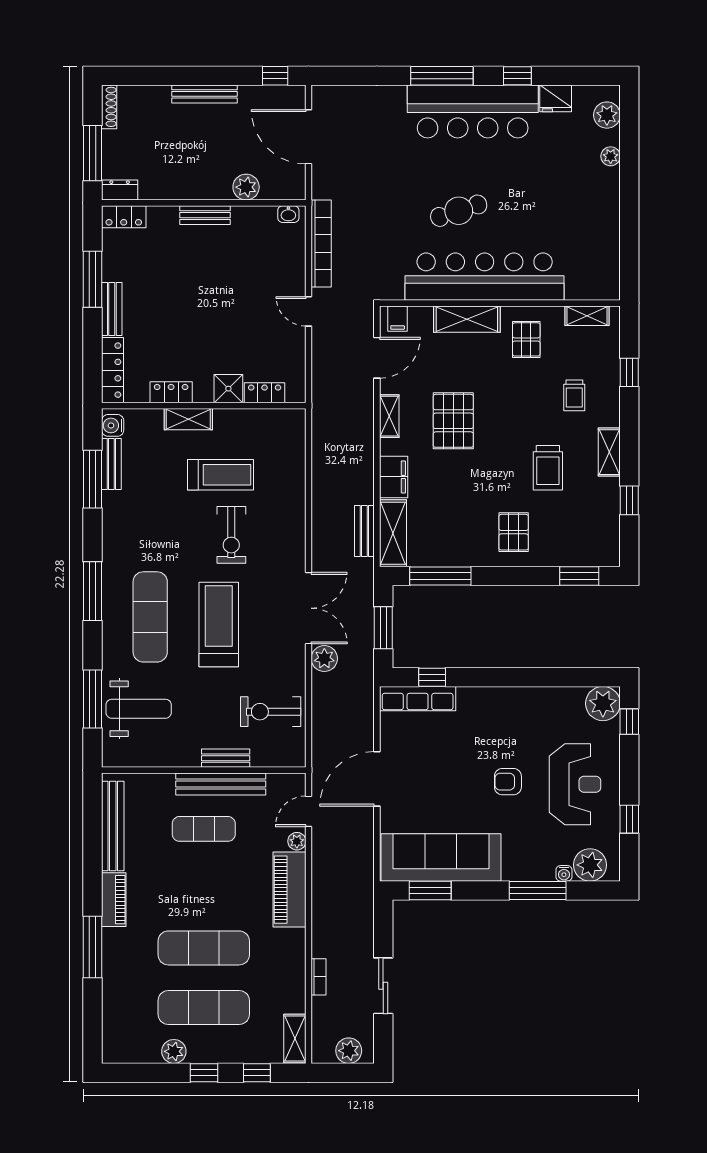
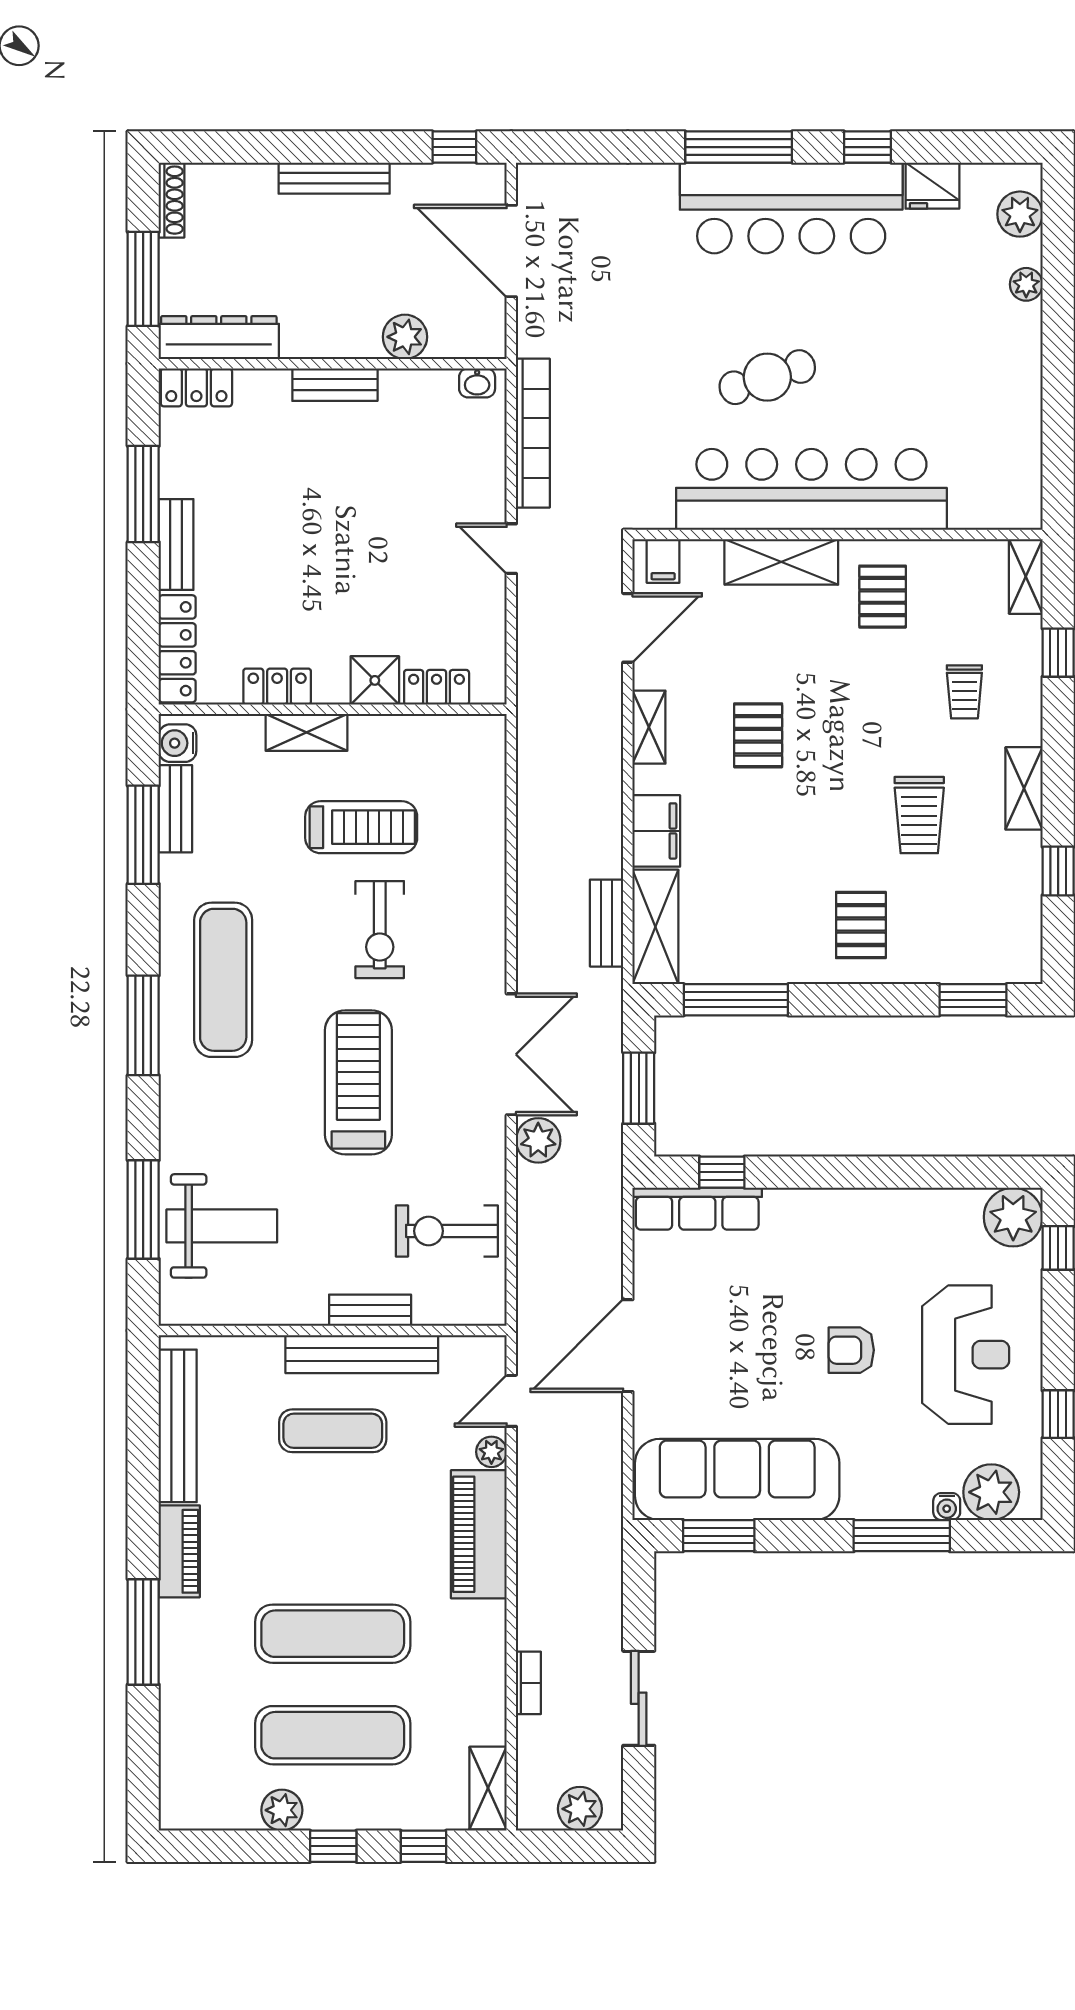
dresser: (120, 190) -> (219, 338), width x1.96, depth x1.24
shelving: (587, 316) -> (1026, 577), moved, turned 90
pallet: (453, 421) -> (758, 735), width x0.67, depth x0.71
exercise mat: (150, 617) -> (223, 980), moved

